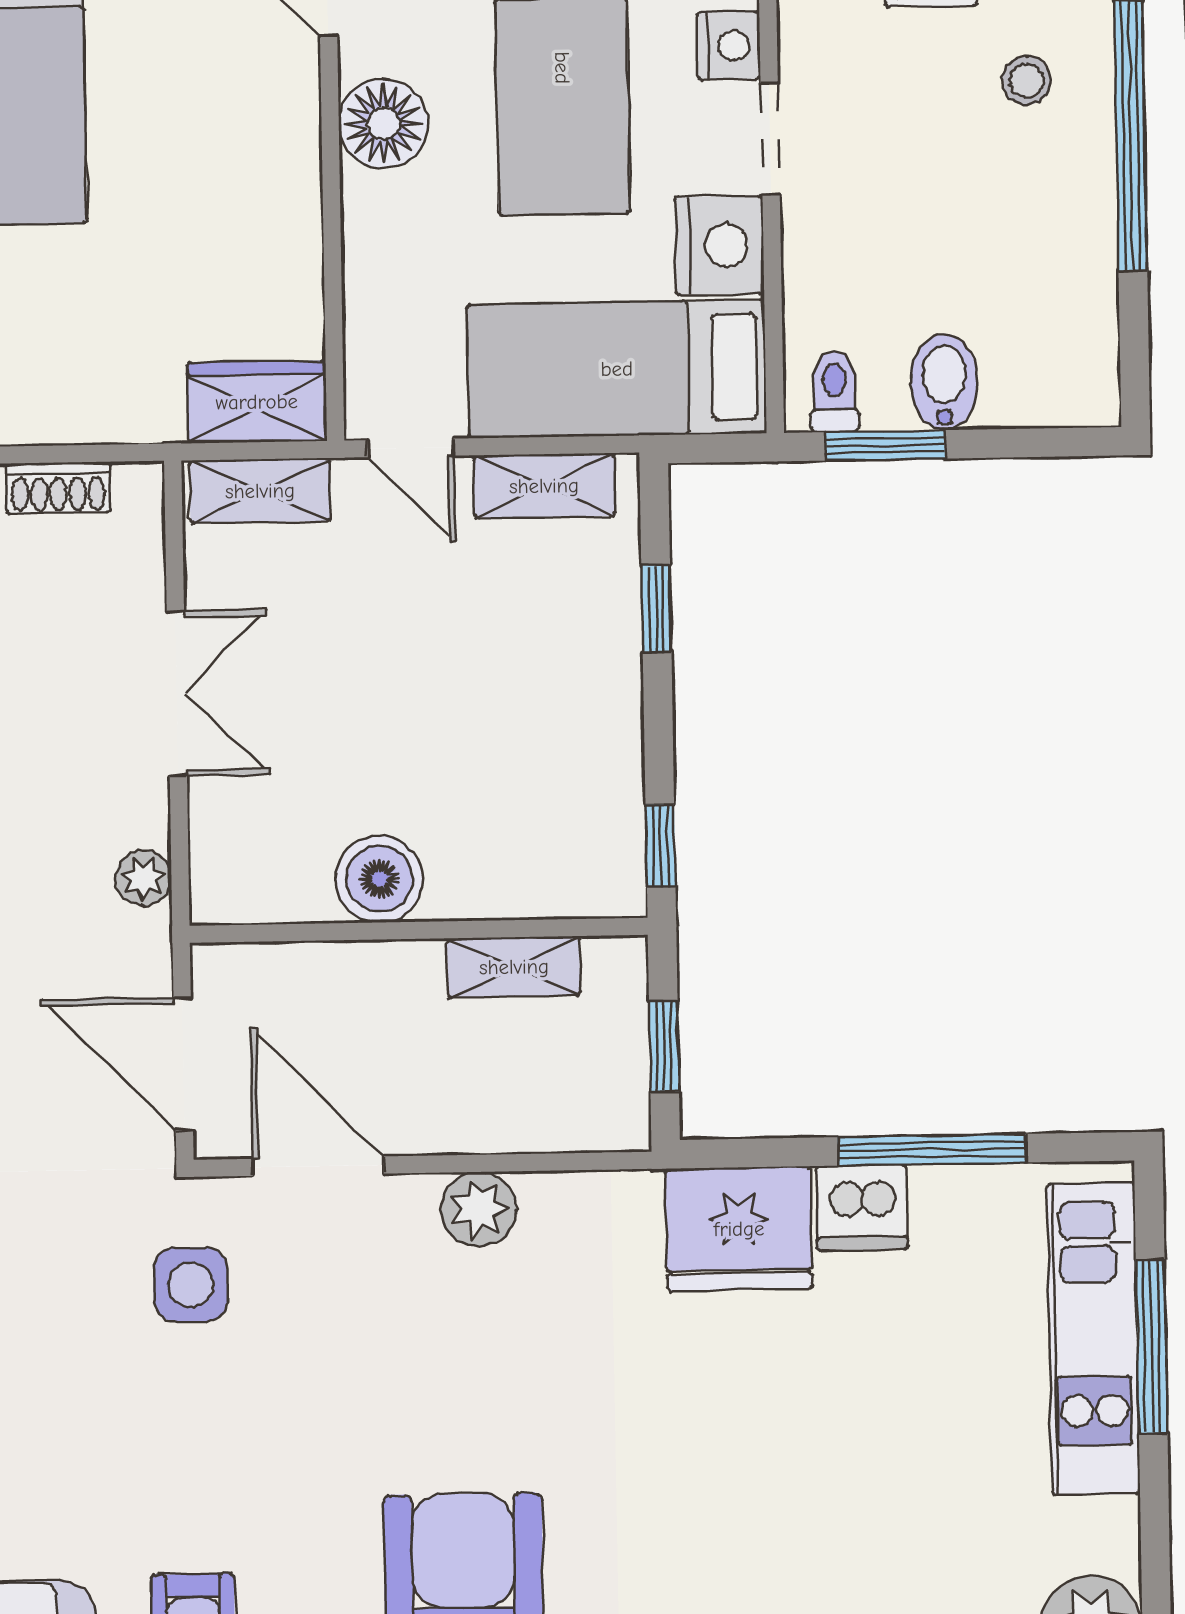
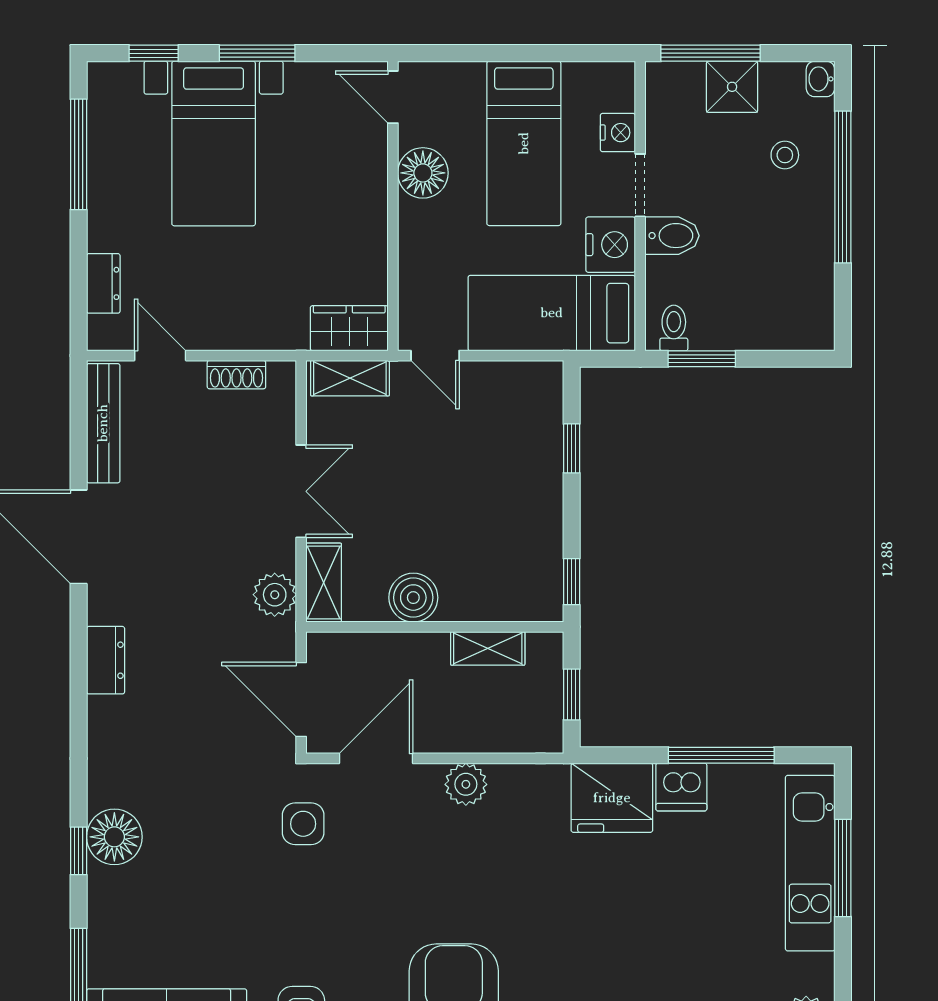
bidet: (944, 382) -> (672, 236), moved, turned 90
shelving: (544, 486) -> (324, 583), moved, turned 90
plant: (144, 878) -> (275, 595), width x1.38, depth x1.38
door: (318, 1166) -> (376, 758), hinge flipped

